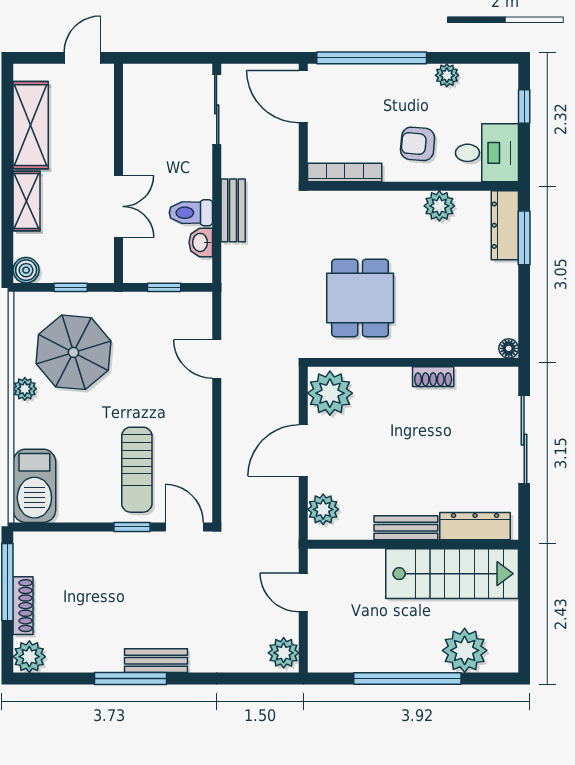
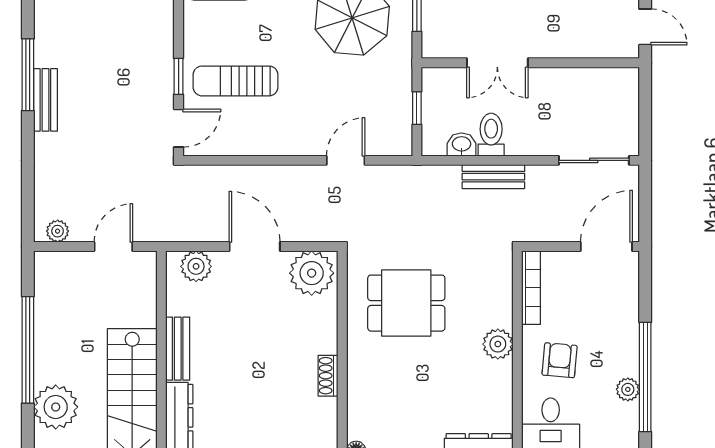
window: (372, 58) -> (645, 377), moved
plant: (439, 206) -> (498, 344), moved
plant: (284, 653) -> (58, 231), width x0.73, depth x0.73

